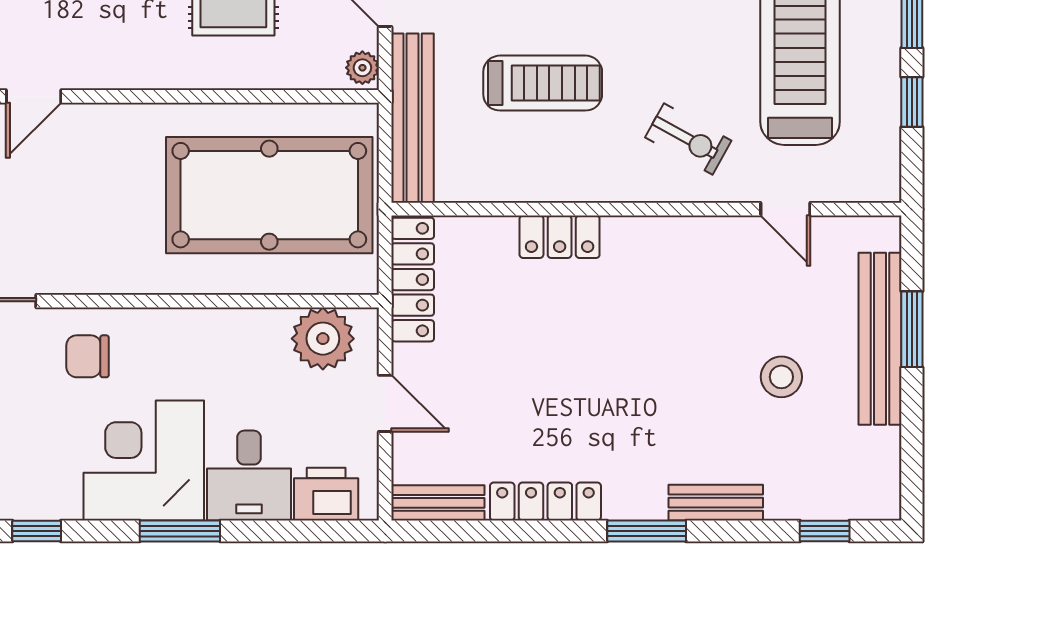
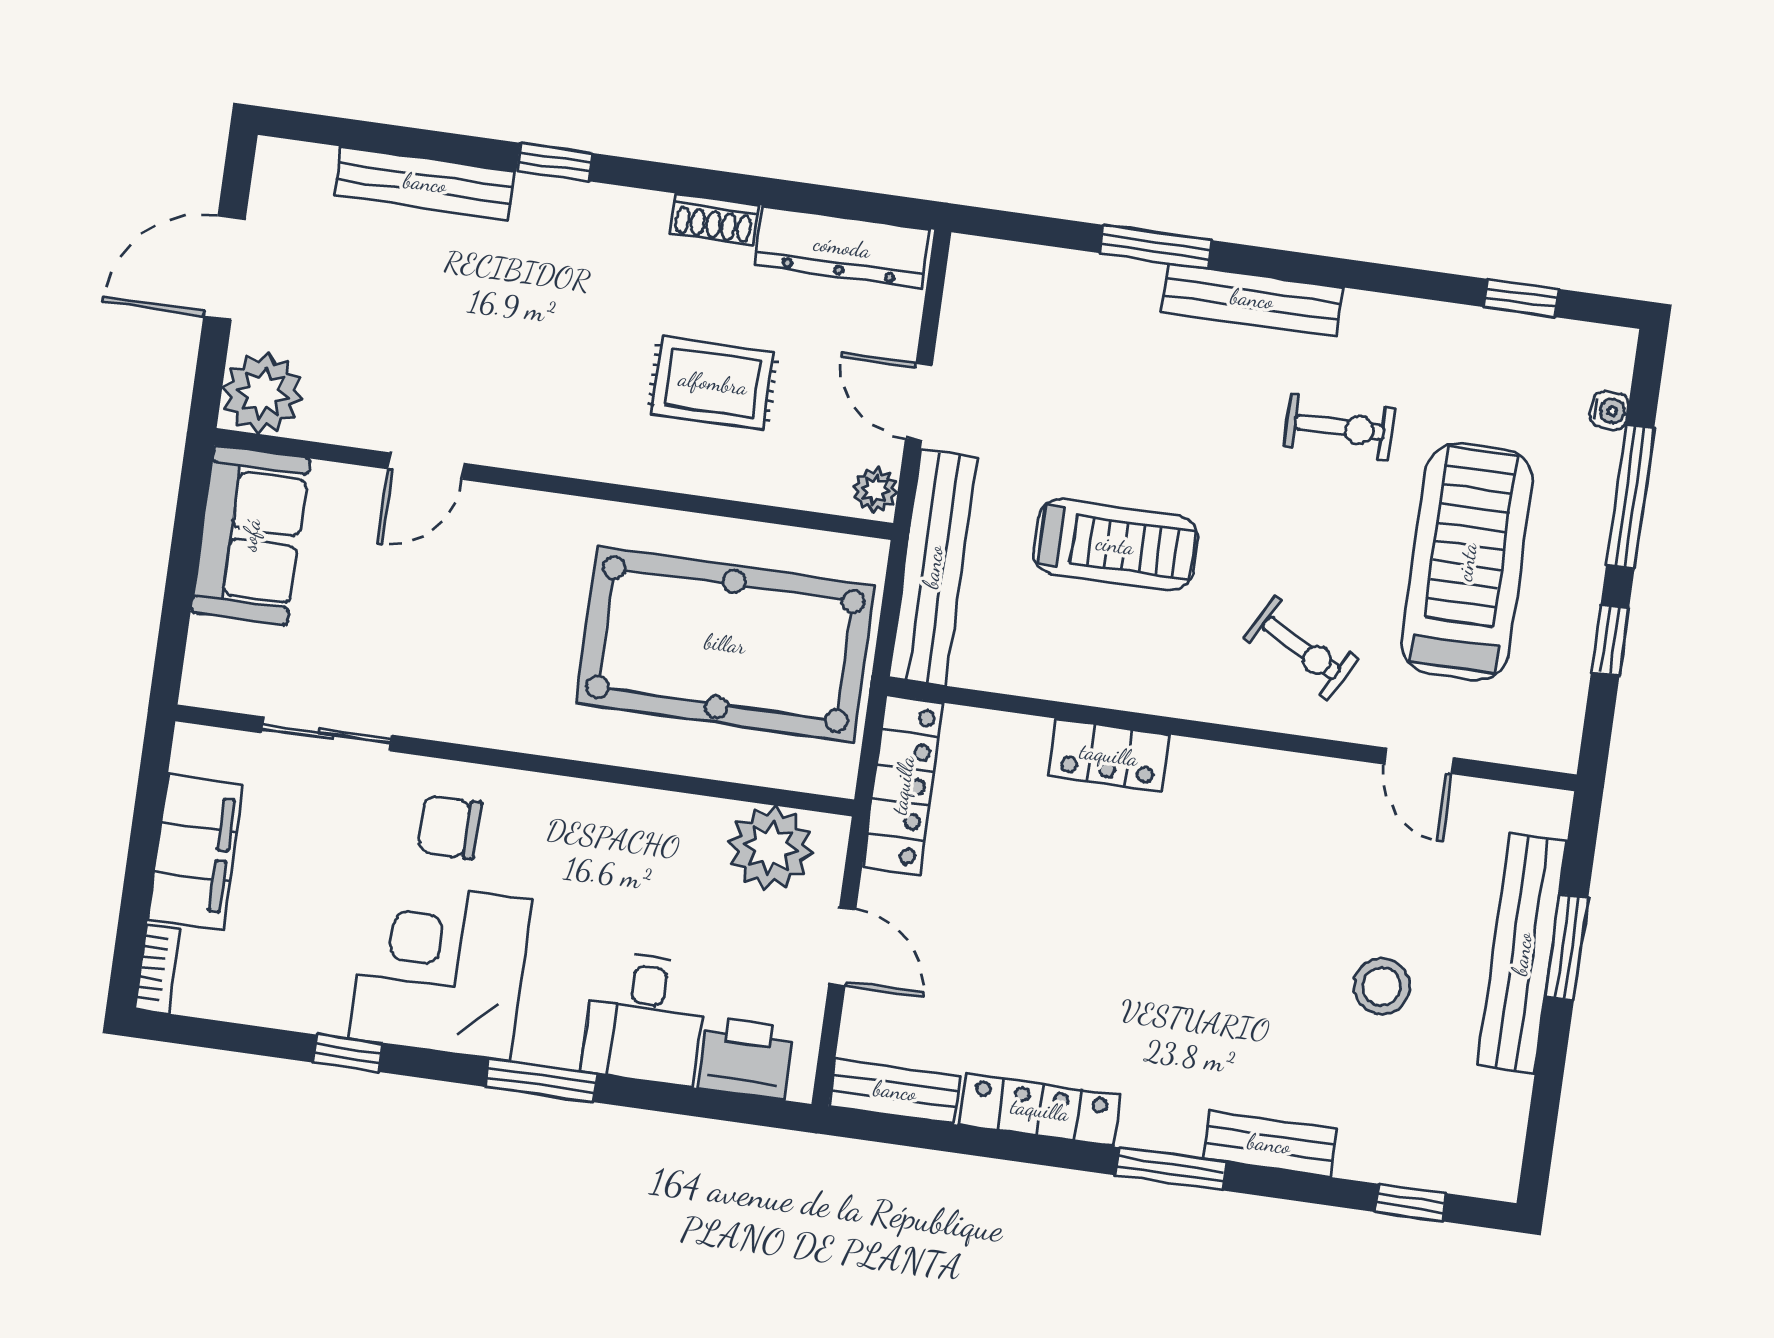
corner desk: (144, 461) -> (440, 969), moved

